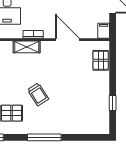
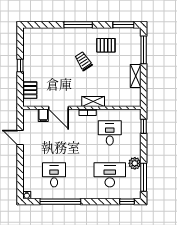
filing cabinet: (104, 31) -> (43, 115), moved
window: (113, 103) -> (20, 66), moved

